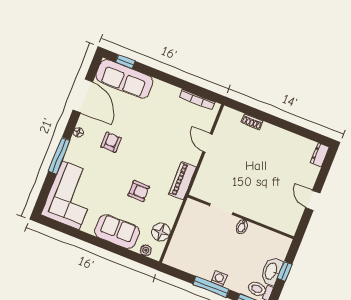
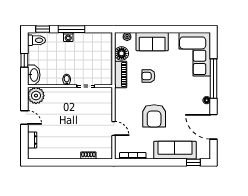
sofa: (124, 79) -> (175, 150), moved
armchair: (111, 142) -> (154, 116), moved, width x1.88, depth x1.88
dresser: (320, 155) -> (32, 140), moved
window: (59, 156) -> (214, 79), width x1.46
piano: (183, 181) -> (121, 74), moved
plant: (288, 222) -> (36, 96), added
washbasin: (271, 271) -> (34, 75), moved

